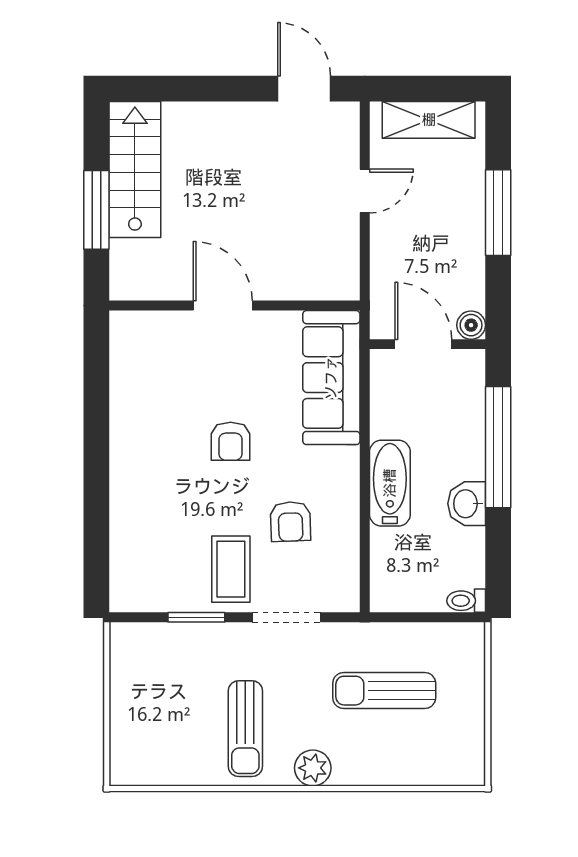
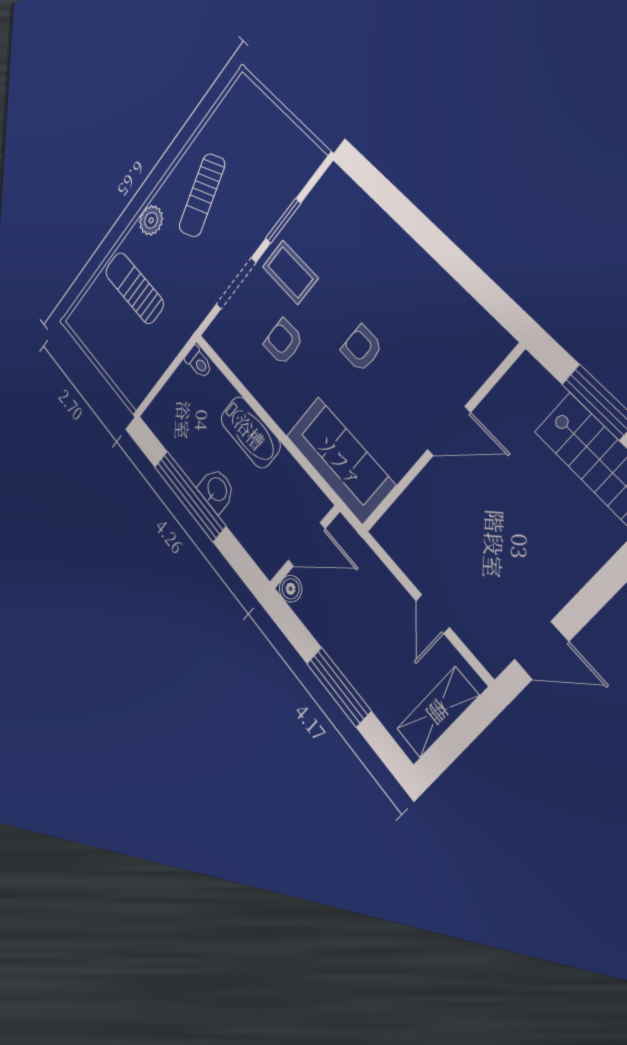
window: (498, 447) -> (190, 496), moved
washbasin: (467, 504) -> (217, 490), moved
toilet: (466, 601) -> (198, 362), moved, turned 90
sun lounger: (384, 691) -> (134, 288), moved, turned -90
sun lounger: (245, 729) -> (202, 195), turned -110

